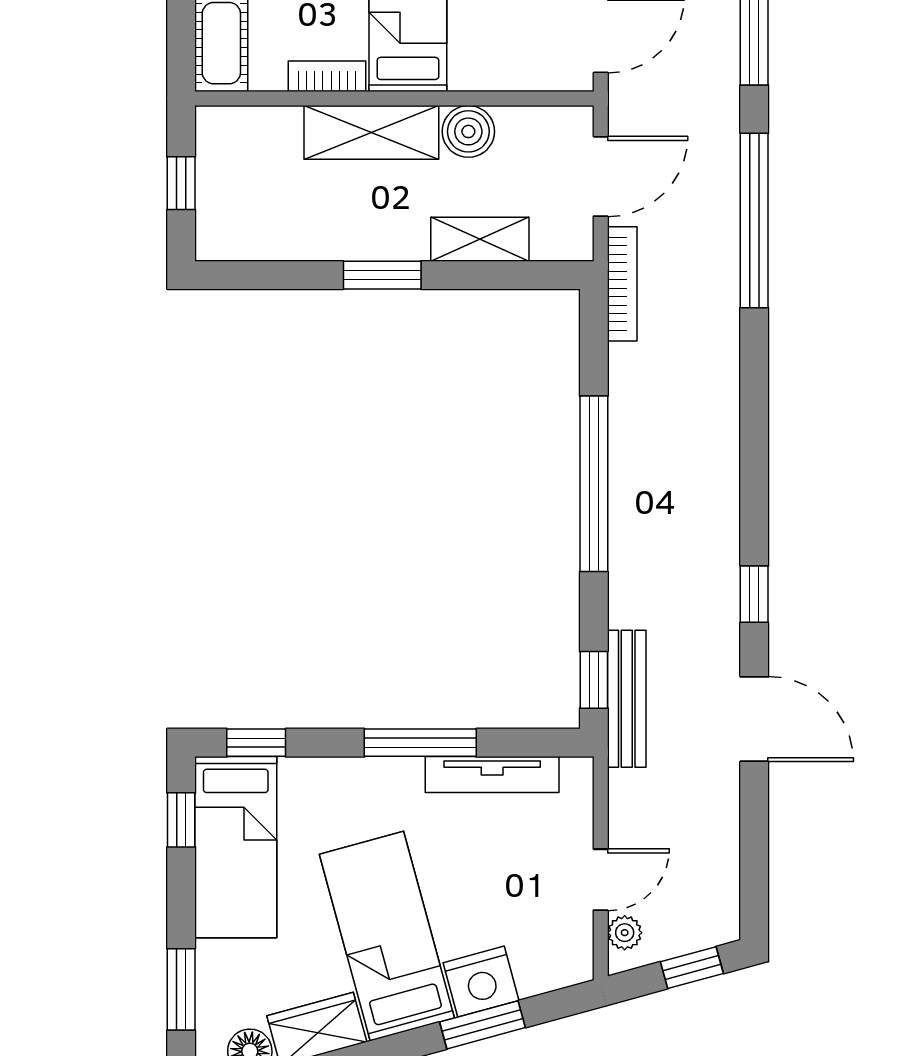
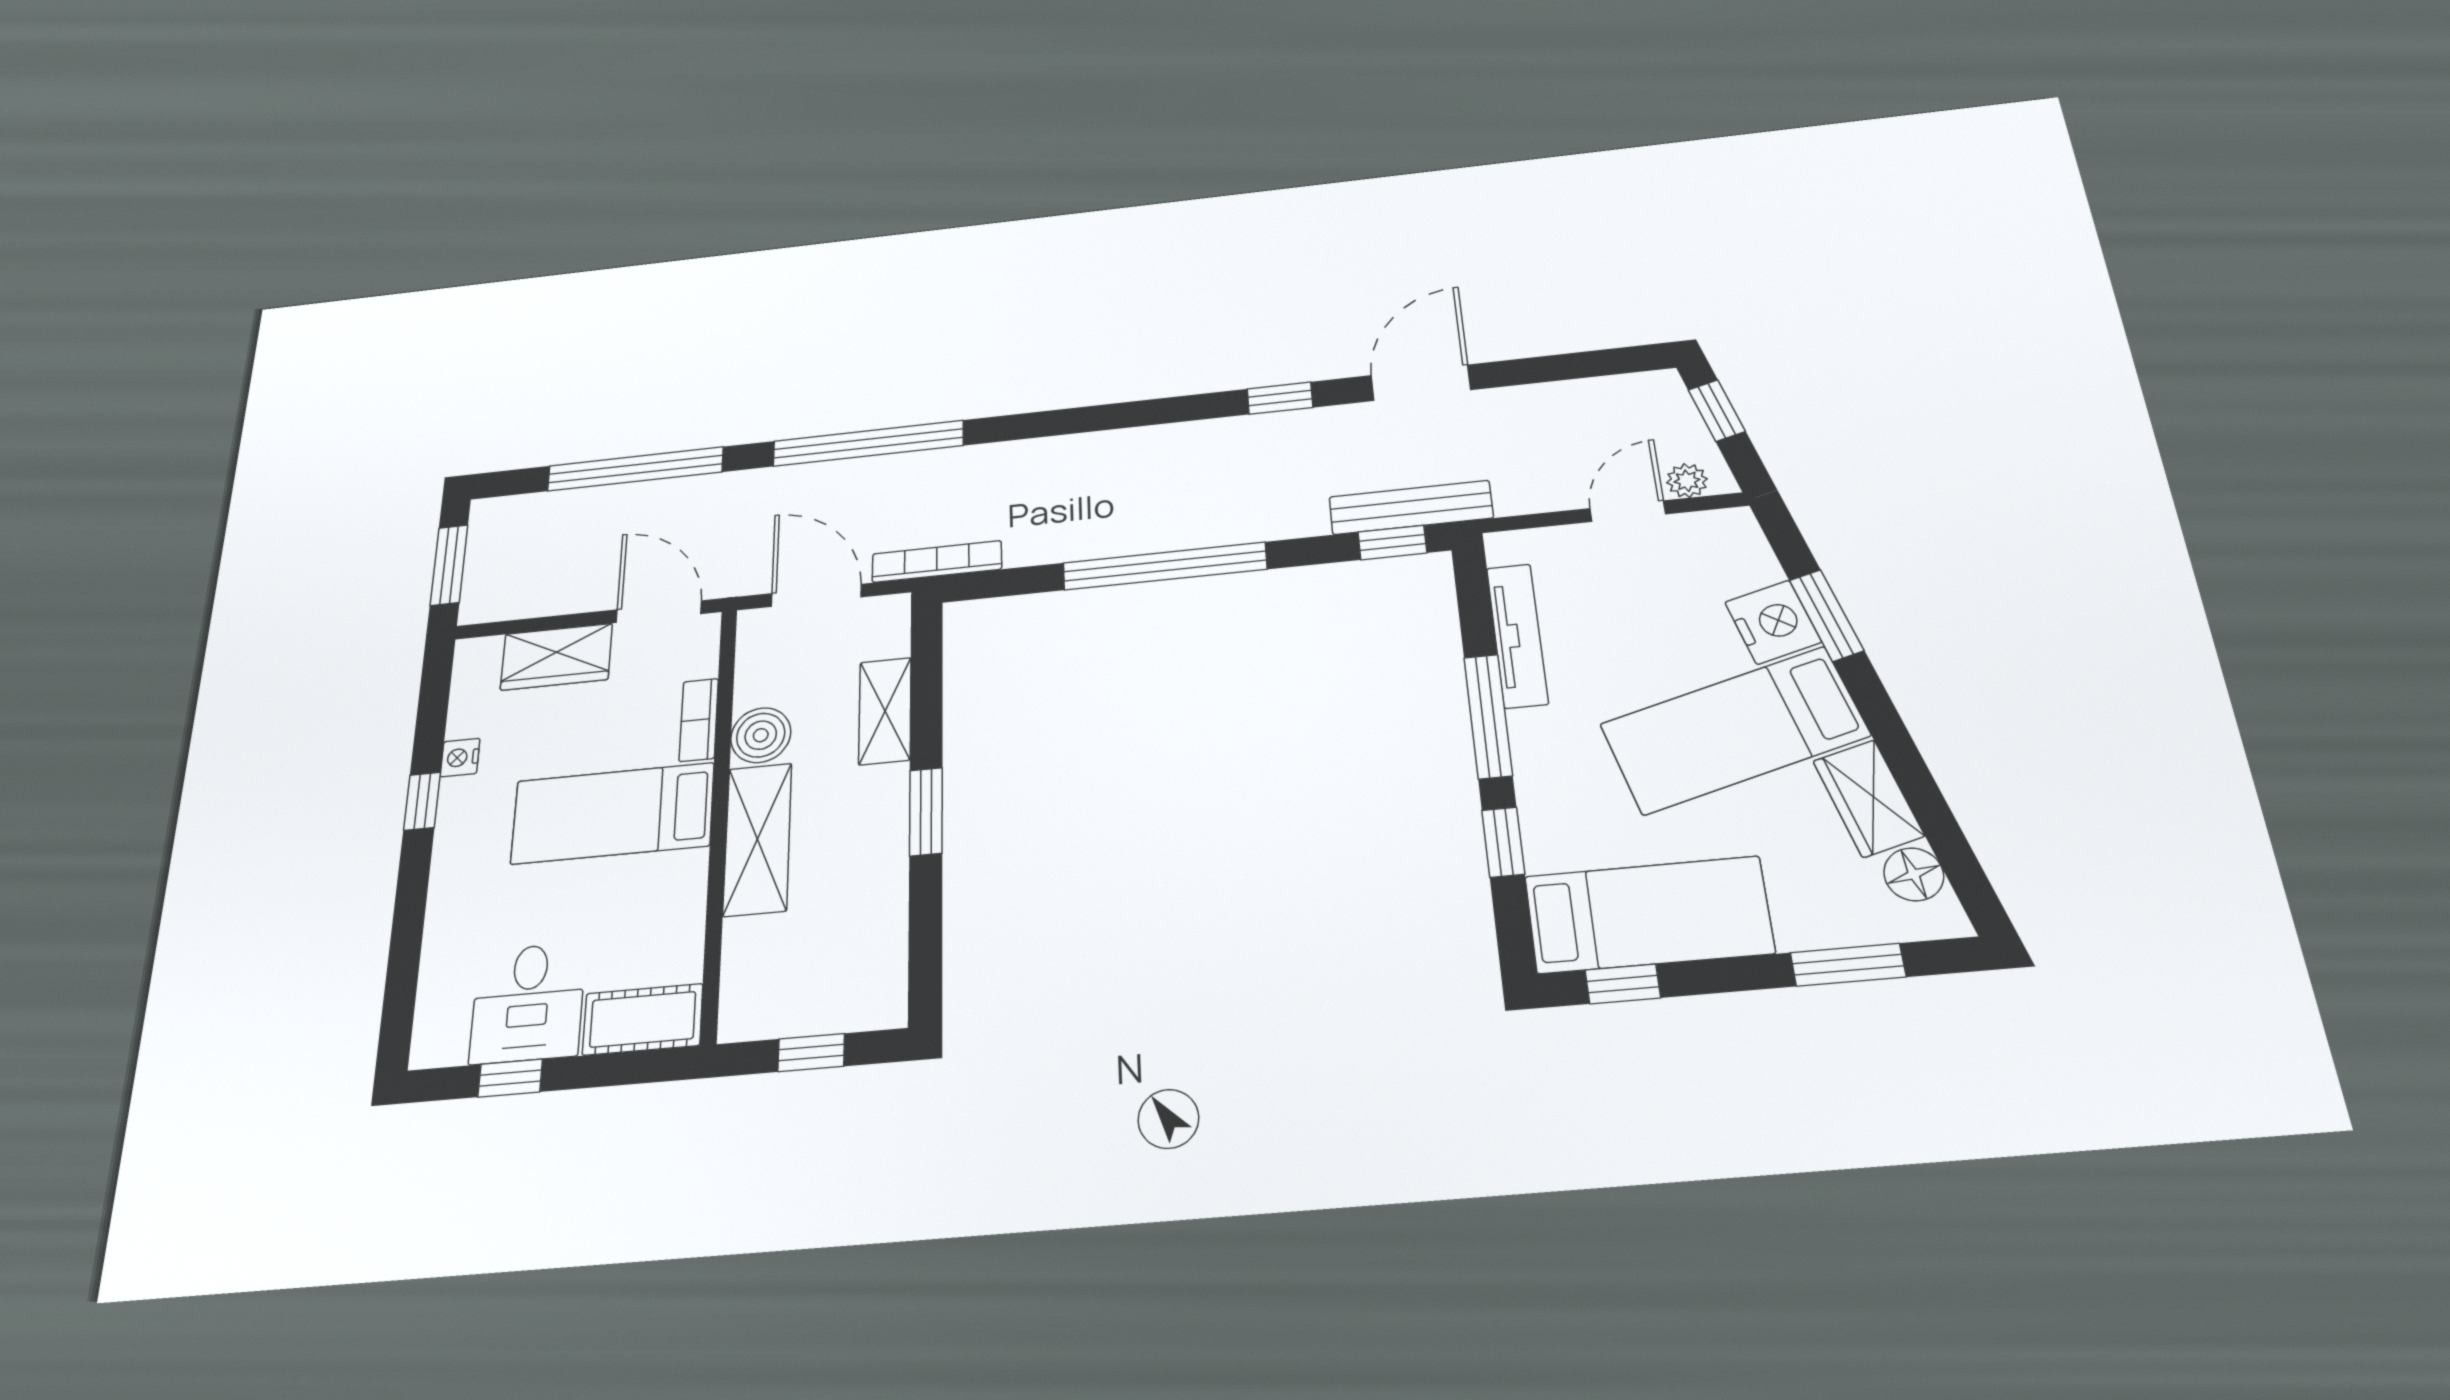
bookcase: (327, 76) -> (699, 720), moved
window: (256, 743) -> (1503, 842), moved
door: (601, 880) -> (1628, 511), hinge flipped

